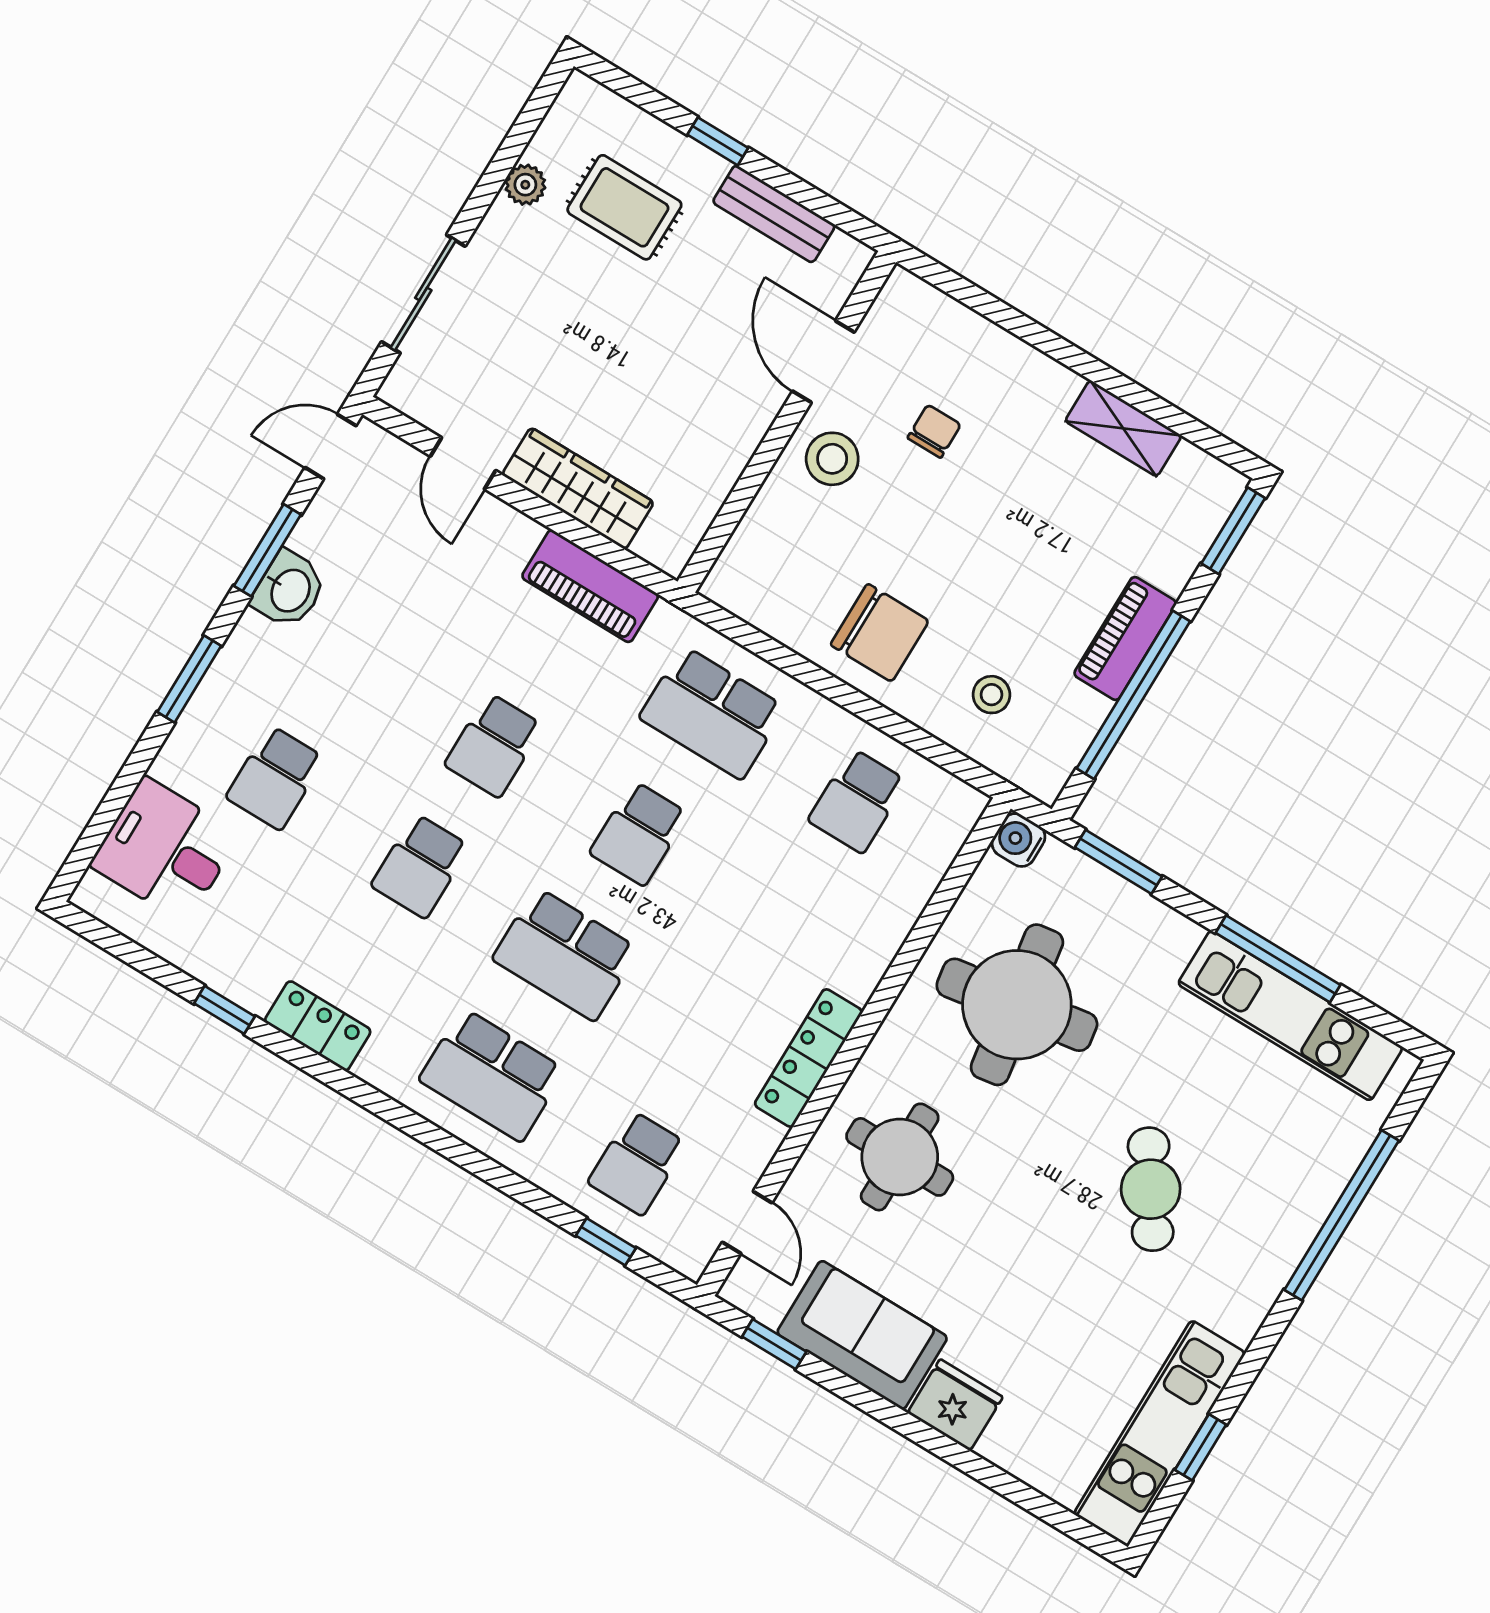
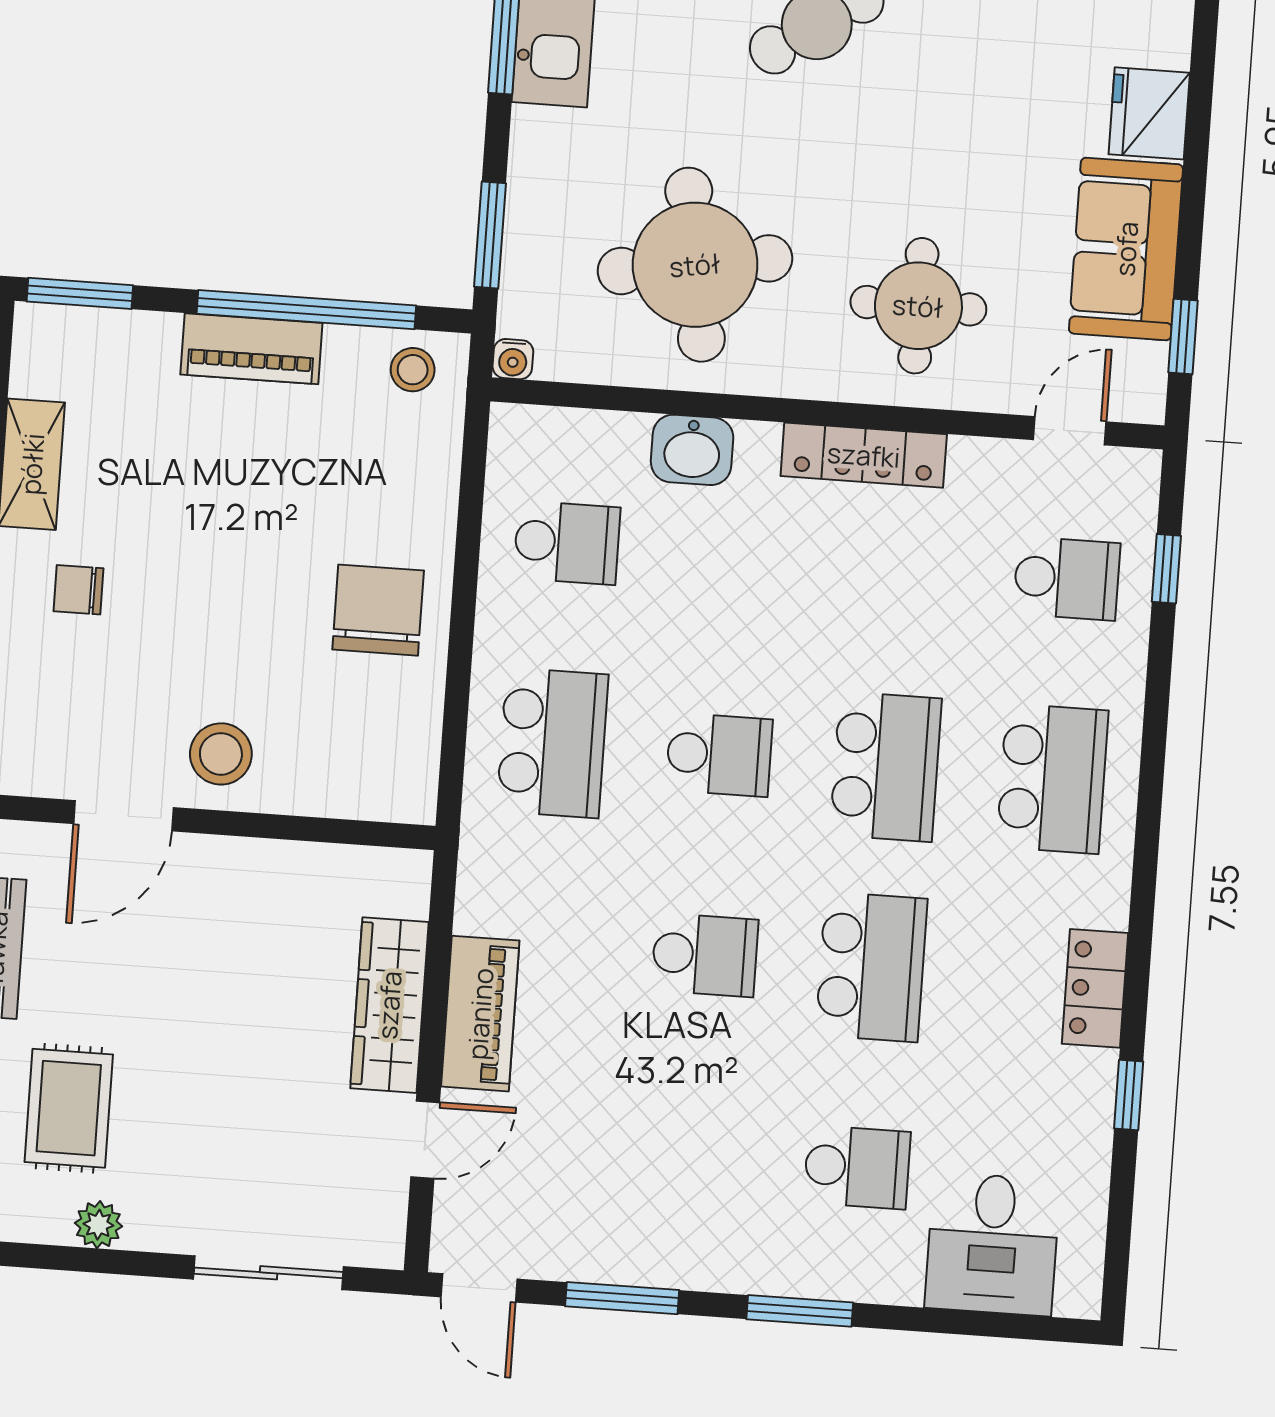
chair: (934, 431) -> (79, 590), moved
piano: (590, 586) -> (480, 1014), moved
washbasin: (289, 590) -> (692, 450), moved, turned 180
stool: (991, 695) -> (413, 370), moved
water cooler: (1018, 840) -> (513, 359), width x0.72, depth x0.72
school desk: (420, 866) -> (871, 967), width x1.85

